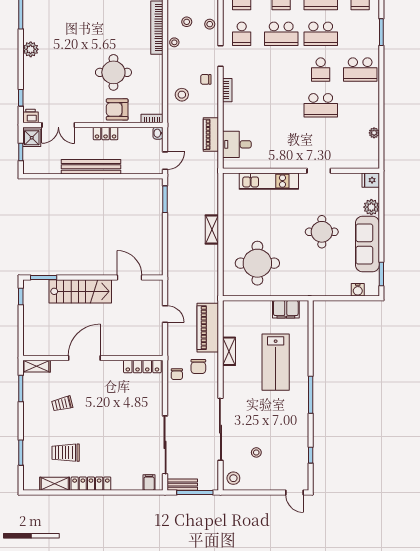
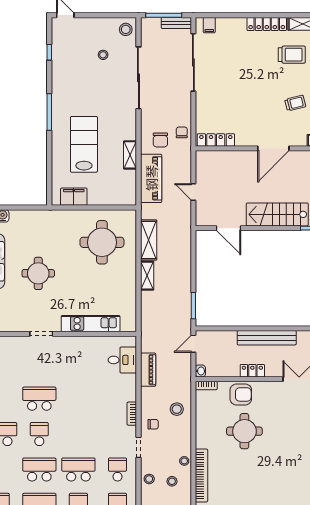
shelving: (210, 265) -> (149, 240), added
chair: (198, 366) -> (160, 140), turned 180

